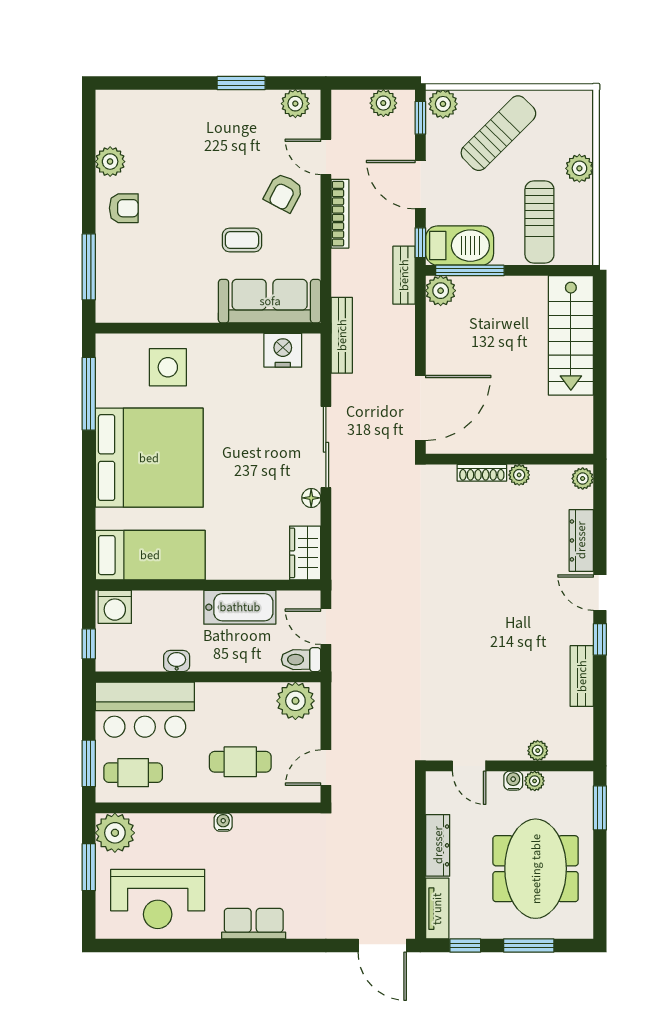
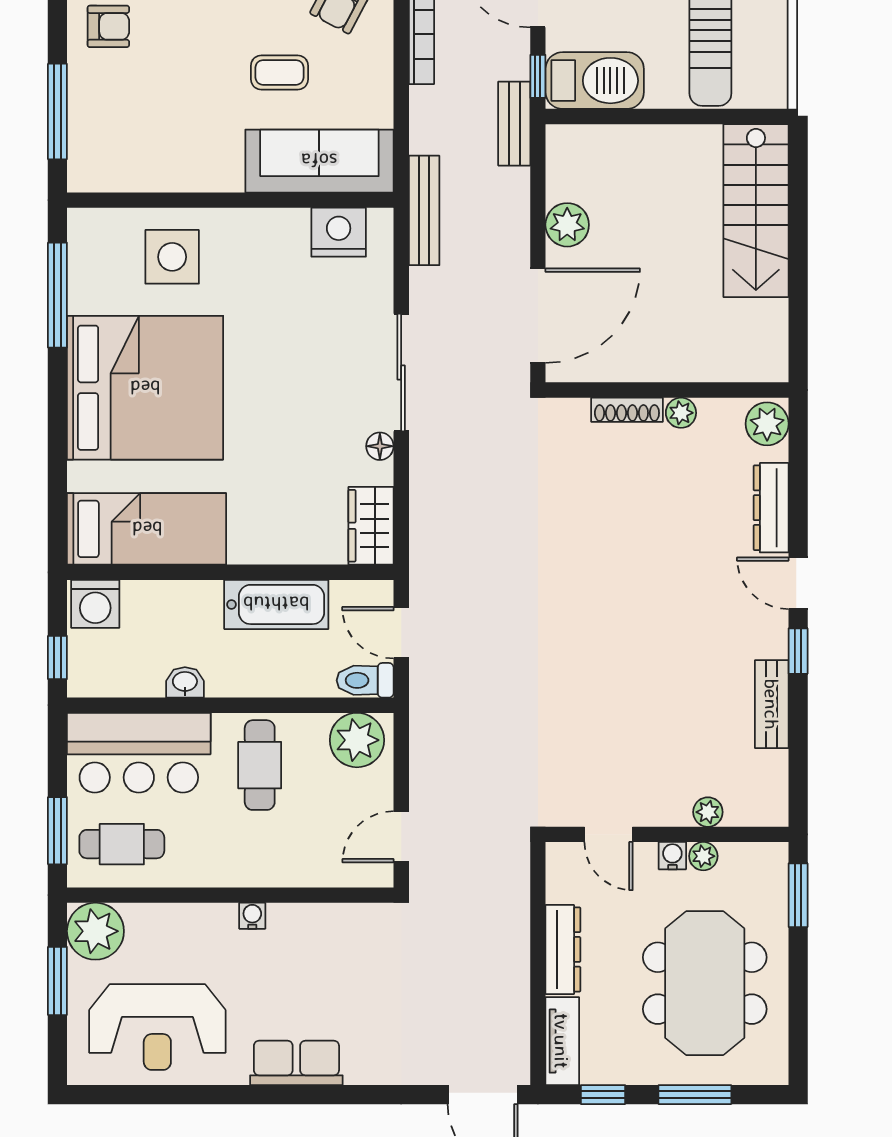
window: (470, 270) -> (610, 117), removed
plant: (441, 291) -> (567, 225), moved
plant: (583, 479) -> (767, 424), width x1.38, depth x1.38
cafe table: (240, 762) -> (260, 765), moved, turned 90

